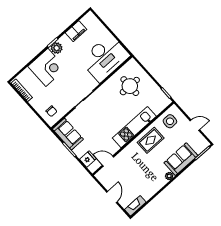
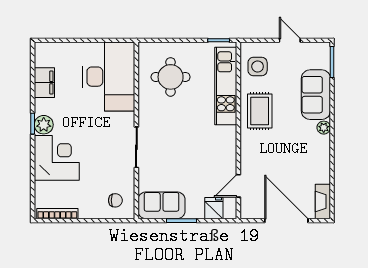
door: (195, 125) -> (290, 40), hinge flipped
kitchen unit: (134, 127) -> (226, 86), moved
door: (112, 197) -> (286, 221), width x1.87

